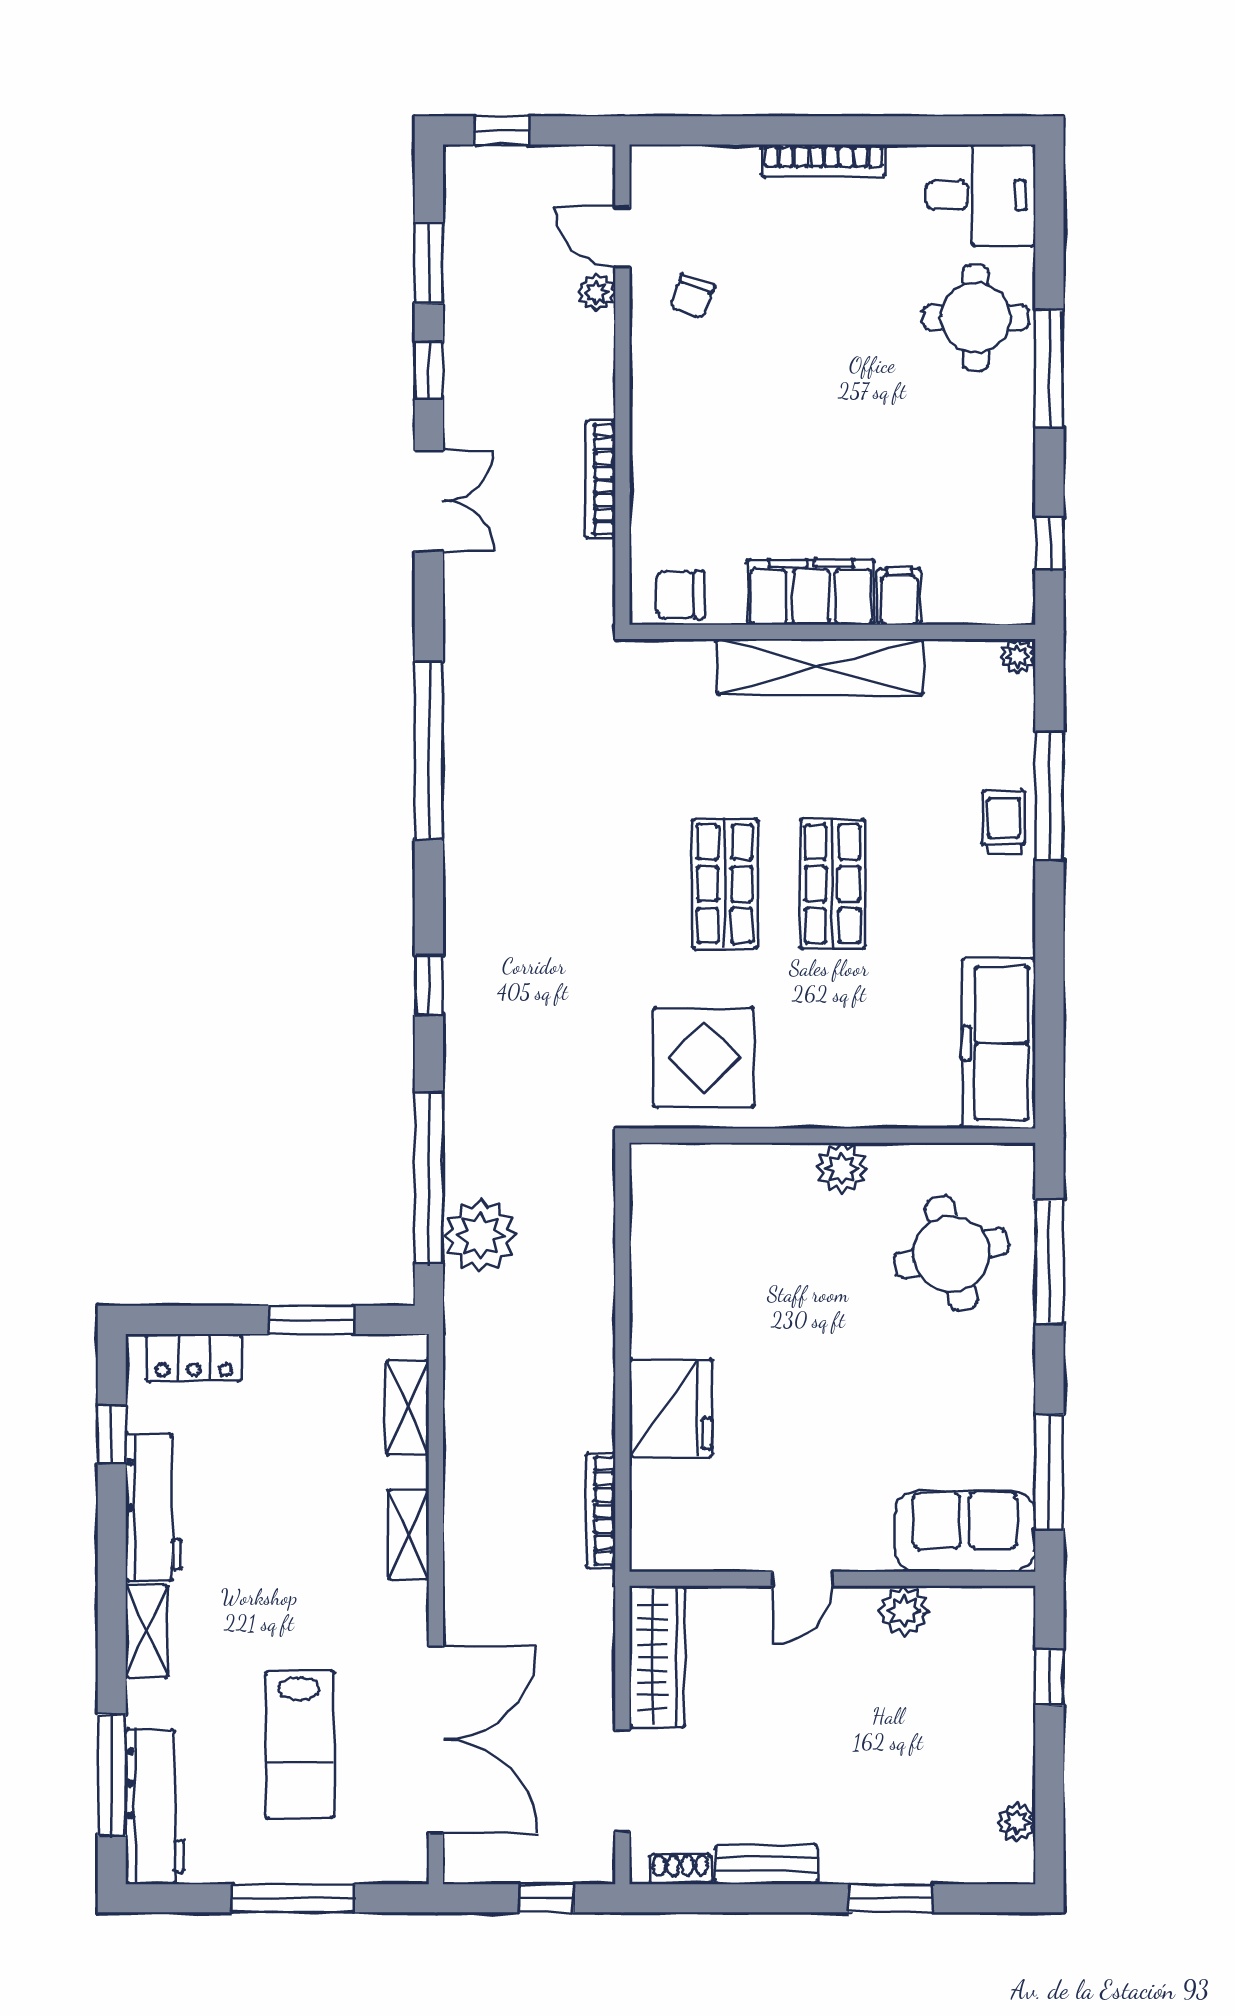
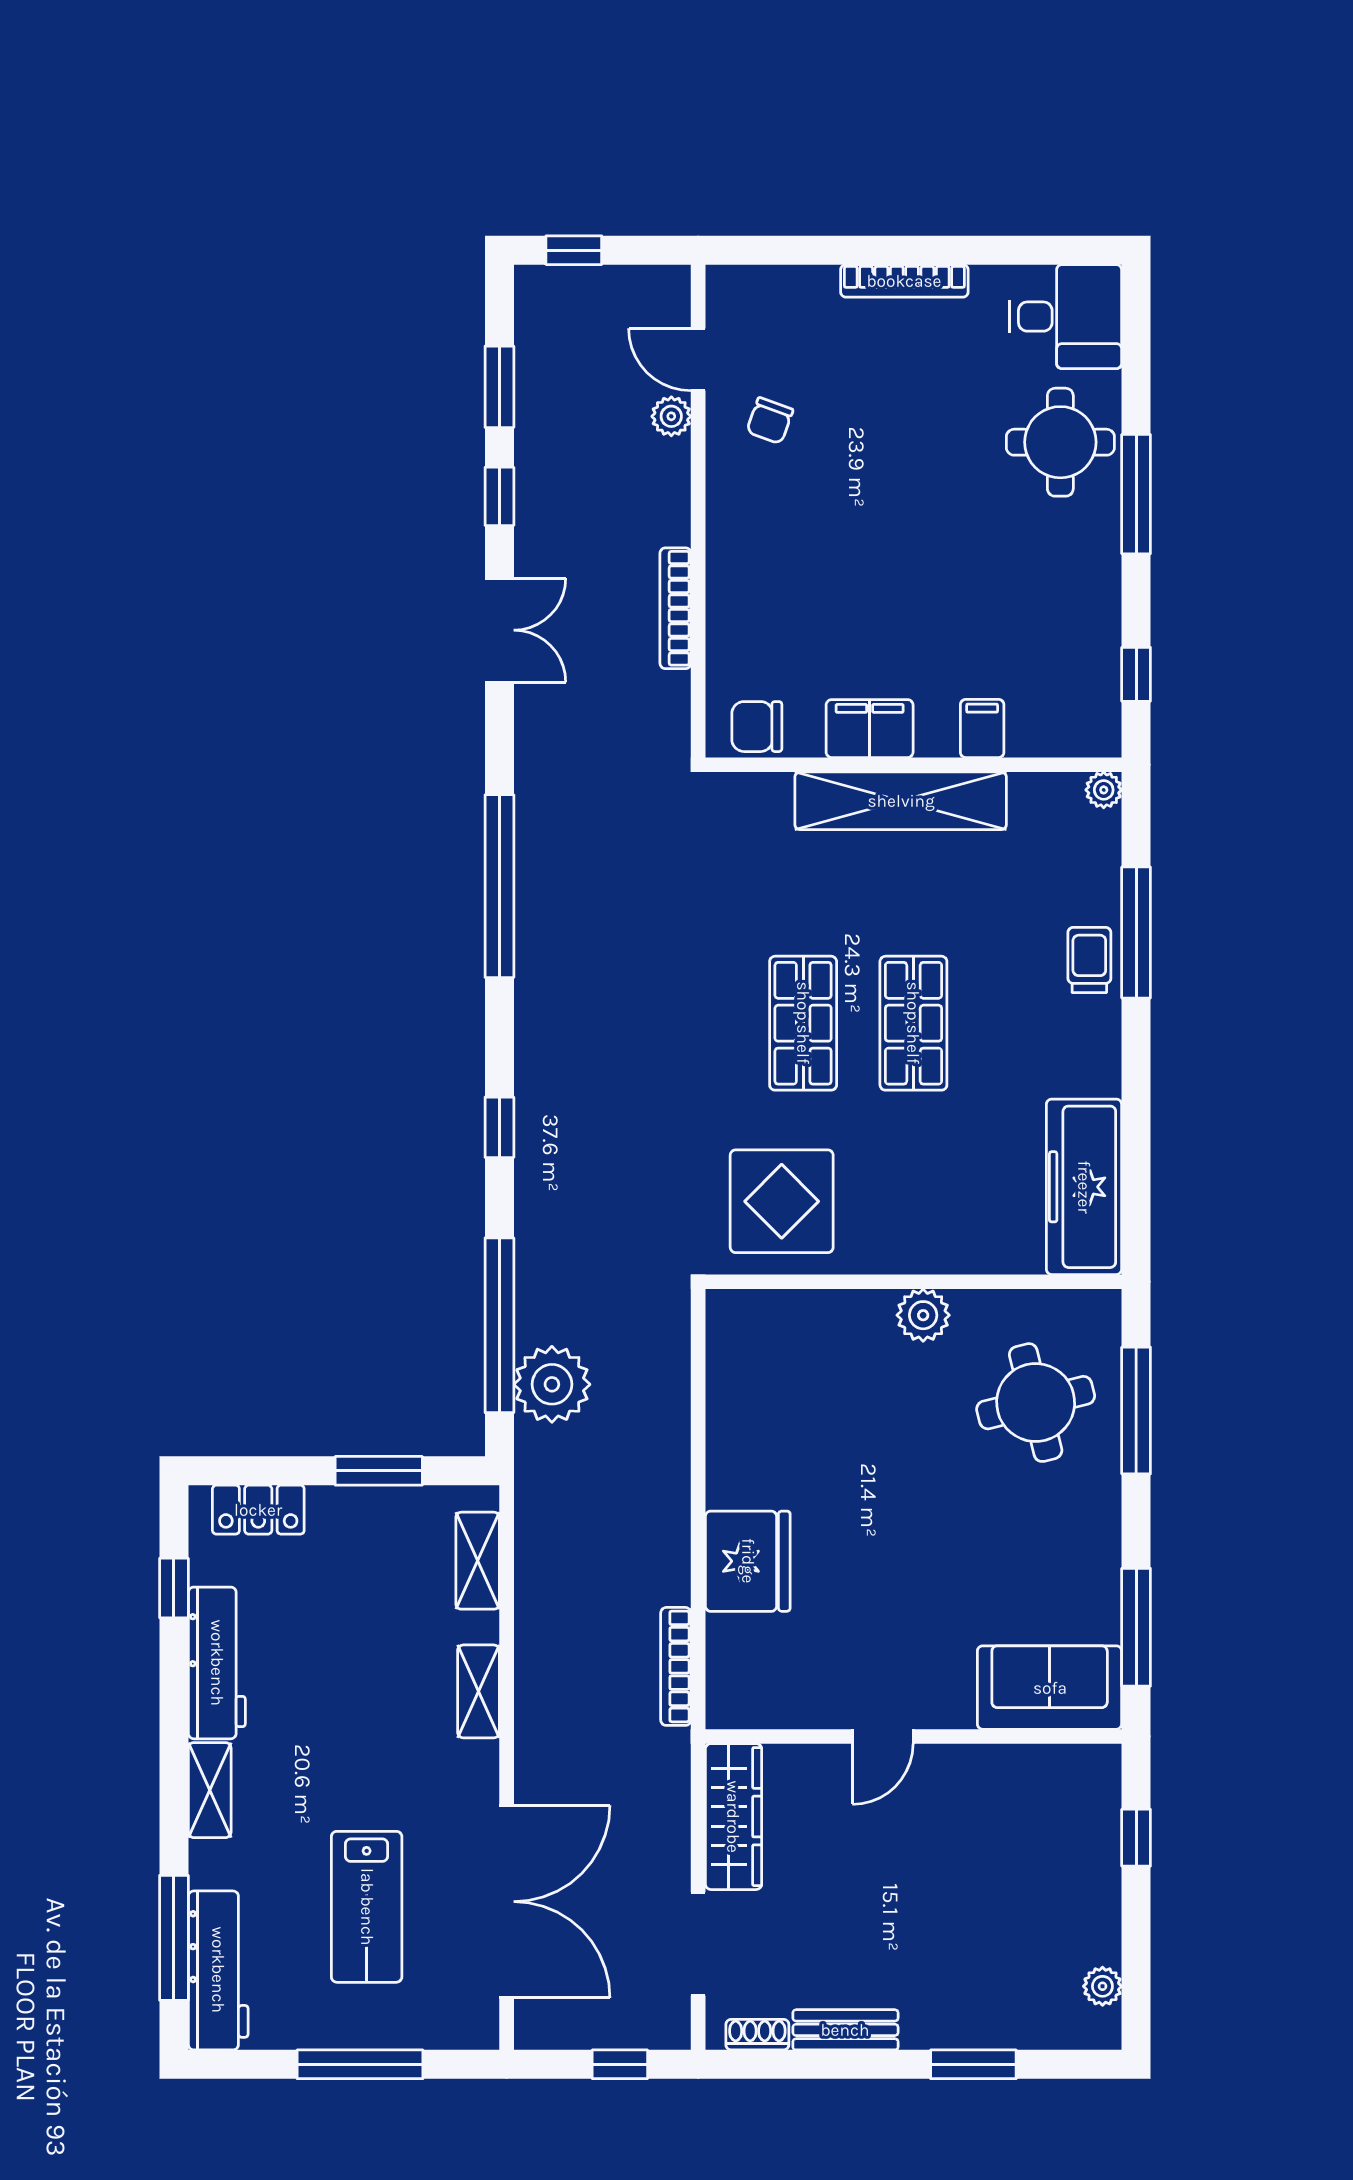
filing cabinet: (811, 592) -> (870, 729), width x0.67, depth x0.86
plant: (904, 1611) -> (987, 1770), removed

